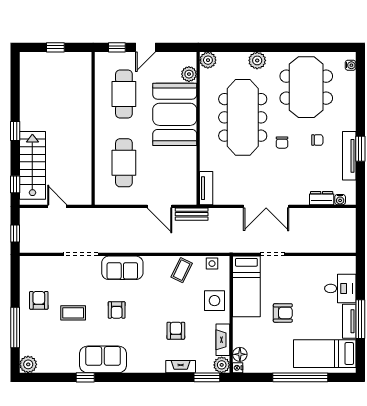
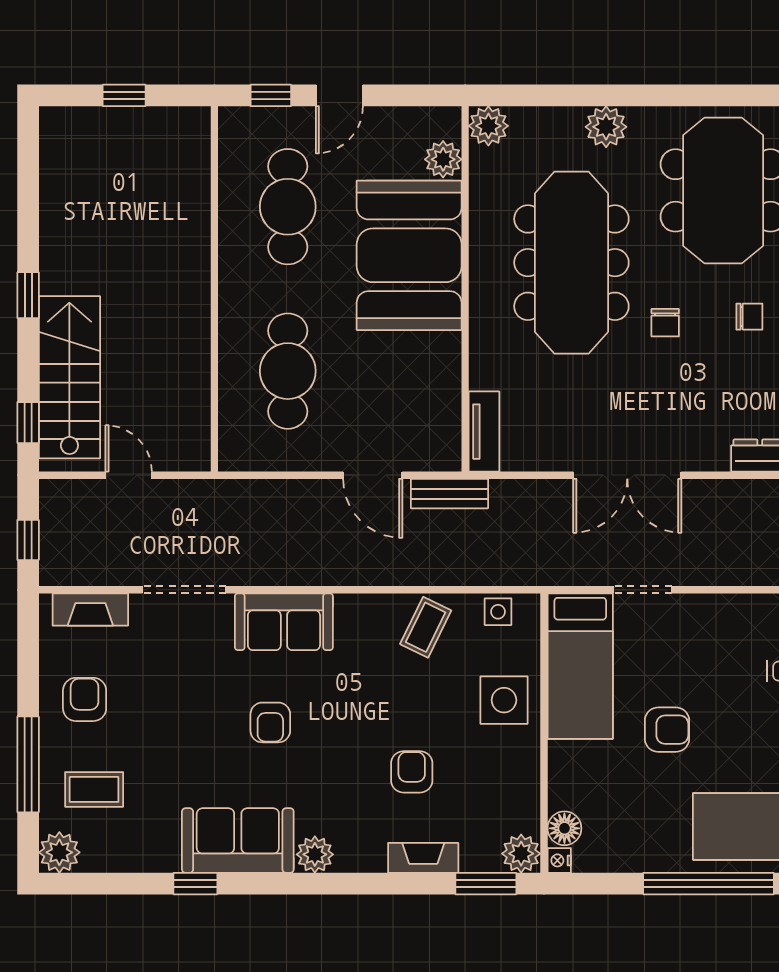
coffee table: (73, 313) -> (94, 789), moved
fireplace: (223, 340) -> (90, 610), moved, turned -90
plant: (135, 365) -> (315, 854), added

